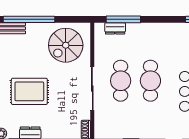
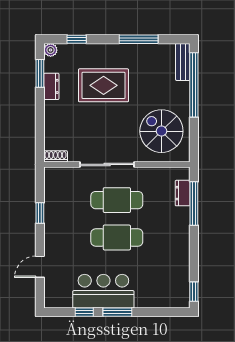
rug: (29, 91) -> (104, 85), turned 90

